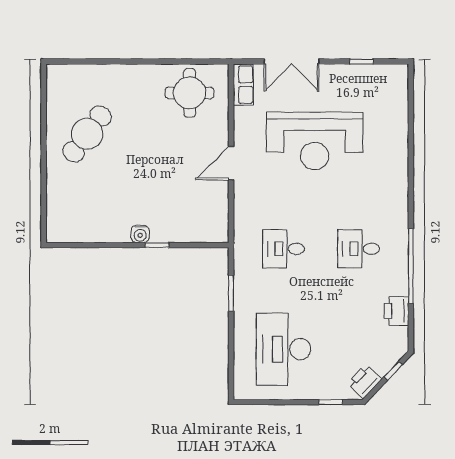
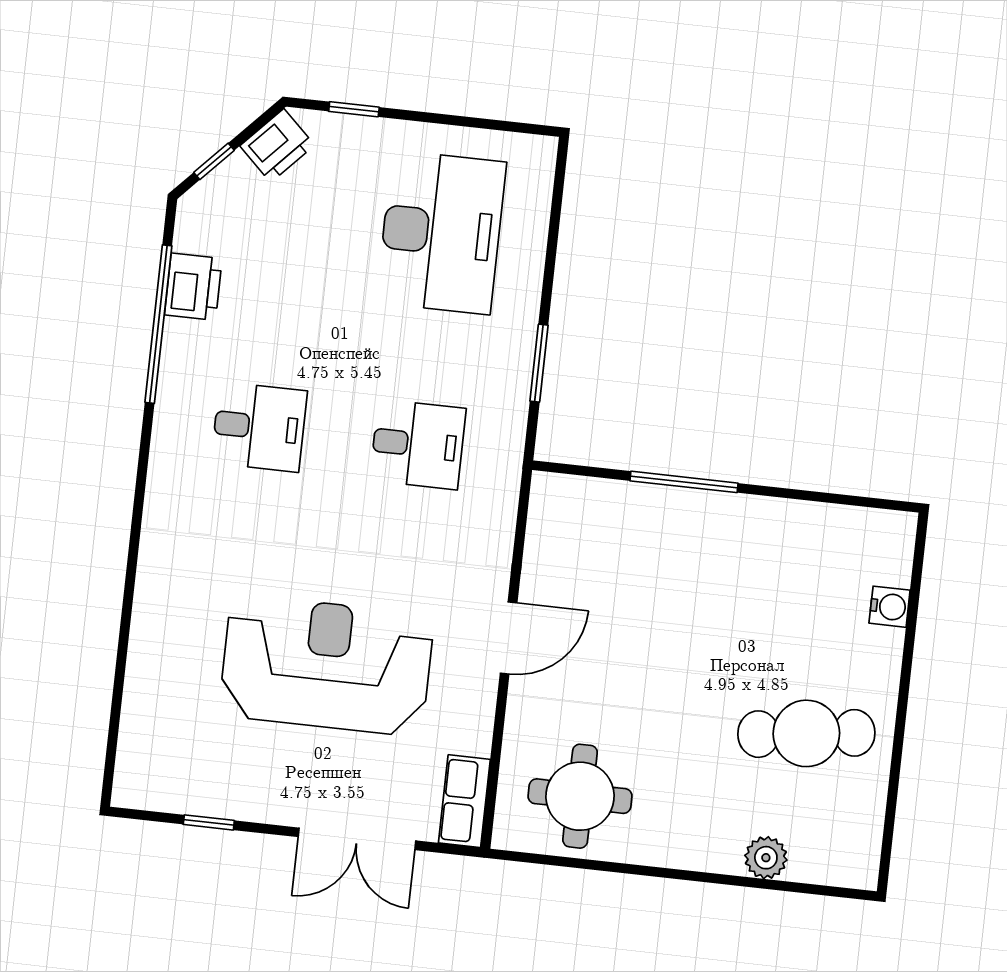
double door: (292, 61) -> (357, 839), swing flipped
plant: (100, 74) -> (766, 858), added
cafe table: (87, 134) -> (806, 733), turned 46
water cooler: (140, 234) -> (890, 607), moved, turned 90
window: (157, 245) -> (684, 482), width x2.17
window: (411, 266) -> (158, 324), moved

